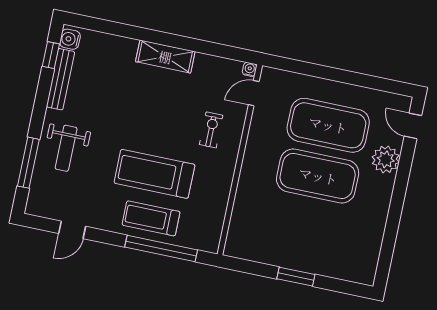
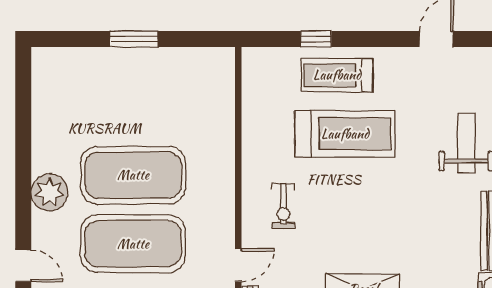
plant: (386, 159) -> (49, 192), moved
treadmill: (151, 218) -> (337, 75), turned 180
window: (161, 248) -> (316, 39), width x0.32

